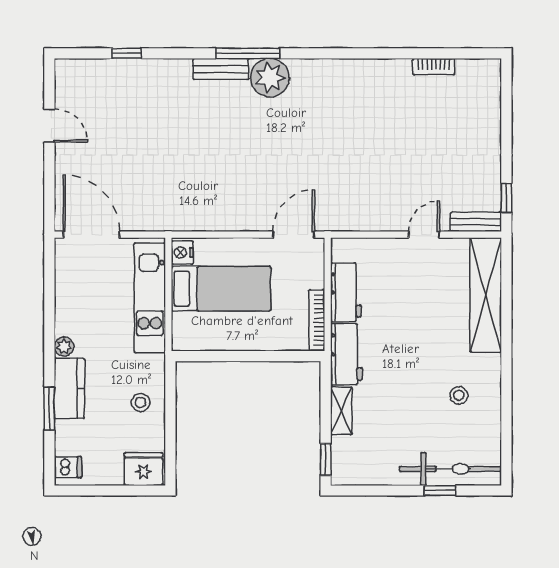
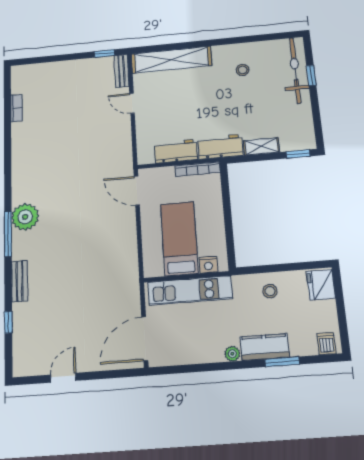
bench: (221, 69) -> (20, 281), moved
nightstand: (182, 253) -> (208, 265), moved

